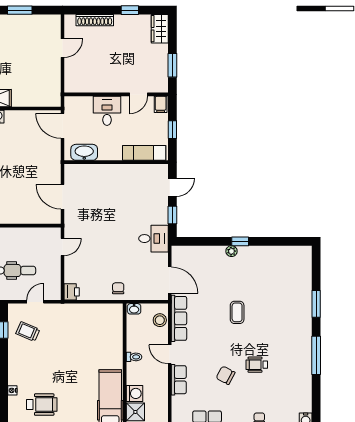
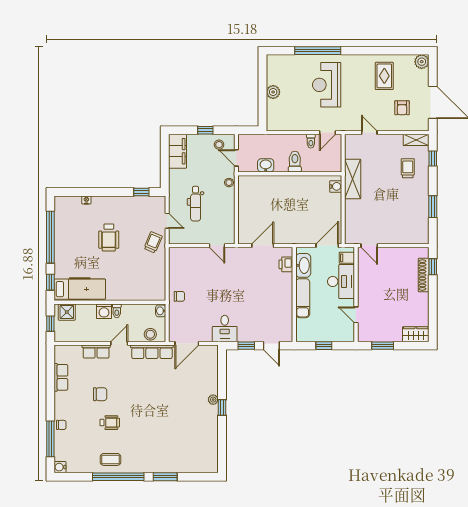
window: (130, 10) -> (433, 267), moved
door: (63, 48) -> (369, 246), moved
filing cabinet: (161, 104) -> (347, 258), moved
desk: (107, 111) -> (341, 282), width x1.37
exam couch: (144, 153) -> (303, 298), moved
printer: (72, 292) -> (286, 264), moved, turned 90
coffee table: (237, 312) -> (110, 459), moved
trolley: (28, 331) -> (153, 242), moved
window: (316, 355) -> (118, 477), width x1.46
wheelchair: (257, 365) -> (110, 423), turned 90
chair: (226, 375) -> (100, 394), turned 62
washing machine: (134, 393) -> (104, 311), moved
wheelchair: (42, 405) -> (109, 237), moved

